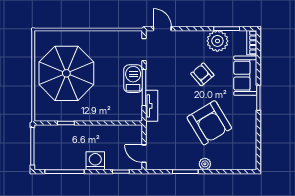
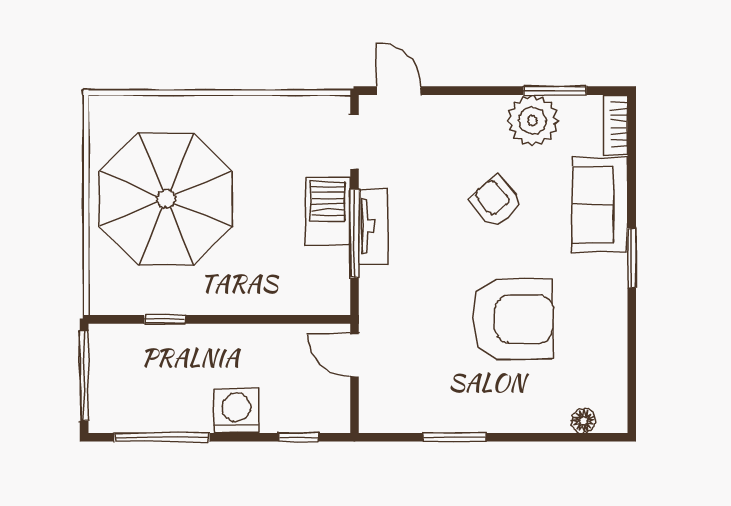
tv unit: (152, 106) -> (373, 226), moved
armchair: (209, 123) -> (513, 319), turned -59
door: (144, 154) -> (354, 355), moved
plant: (205, 164) -> (502, 418), removed
floor lamp: (238, 165) -> (583, 421), added

